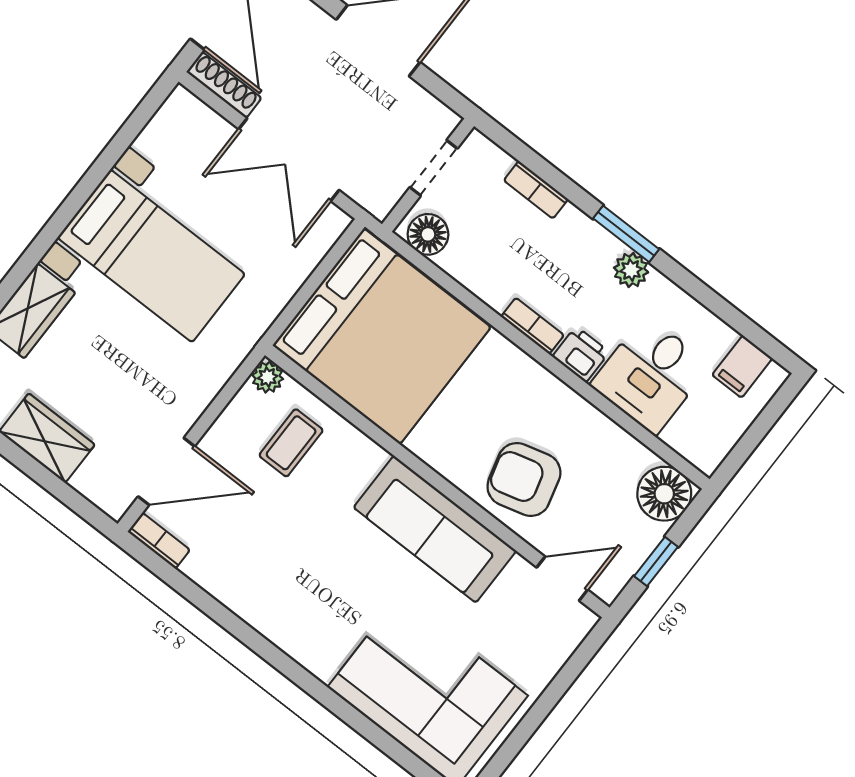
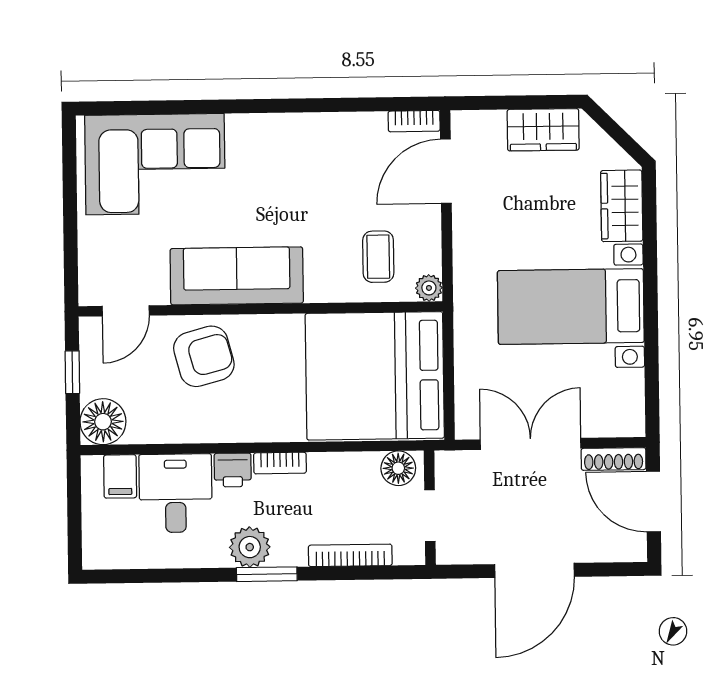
bookcase: (536, 190) -> (350, 555), width x1.56
plant: (631, 270) -> (250, 547), width x1.38, depth x1.38
filing cabinet: (742, 367) -> (120, 476), moved, turned 180

